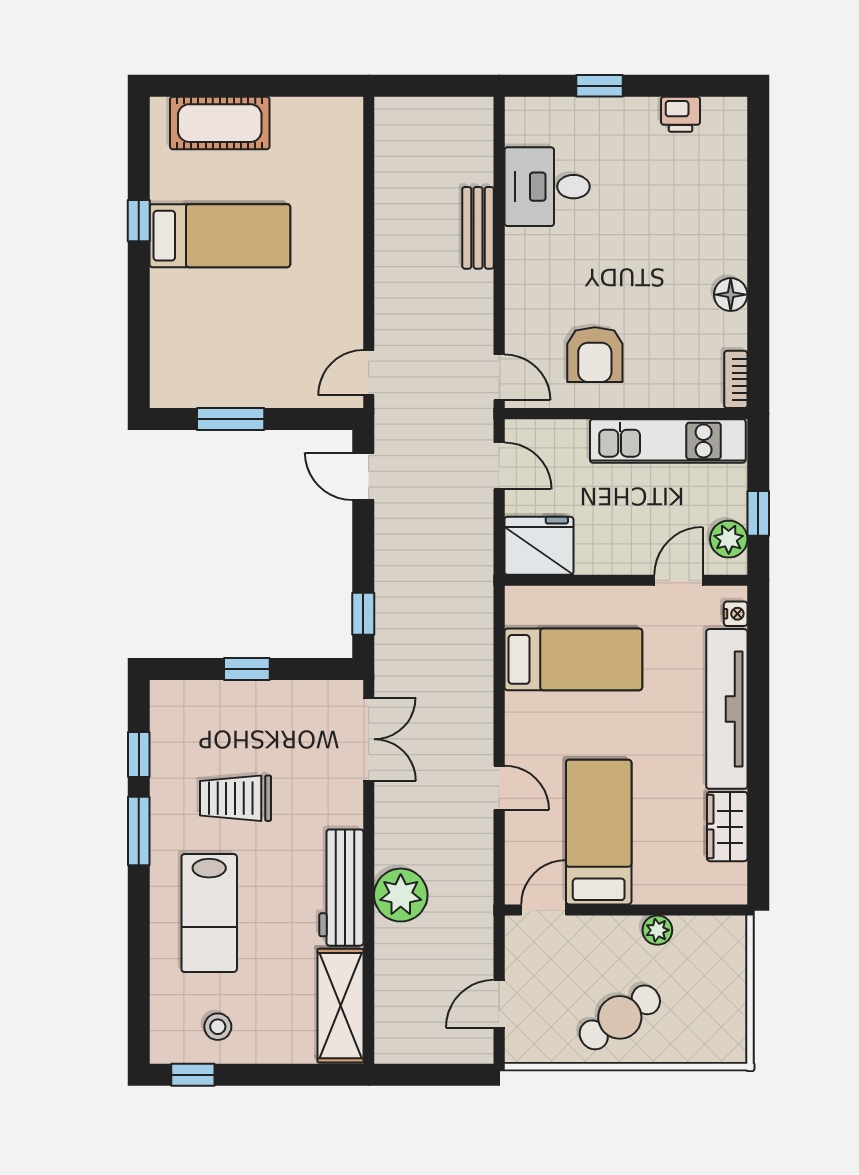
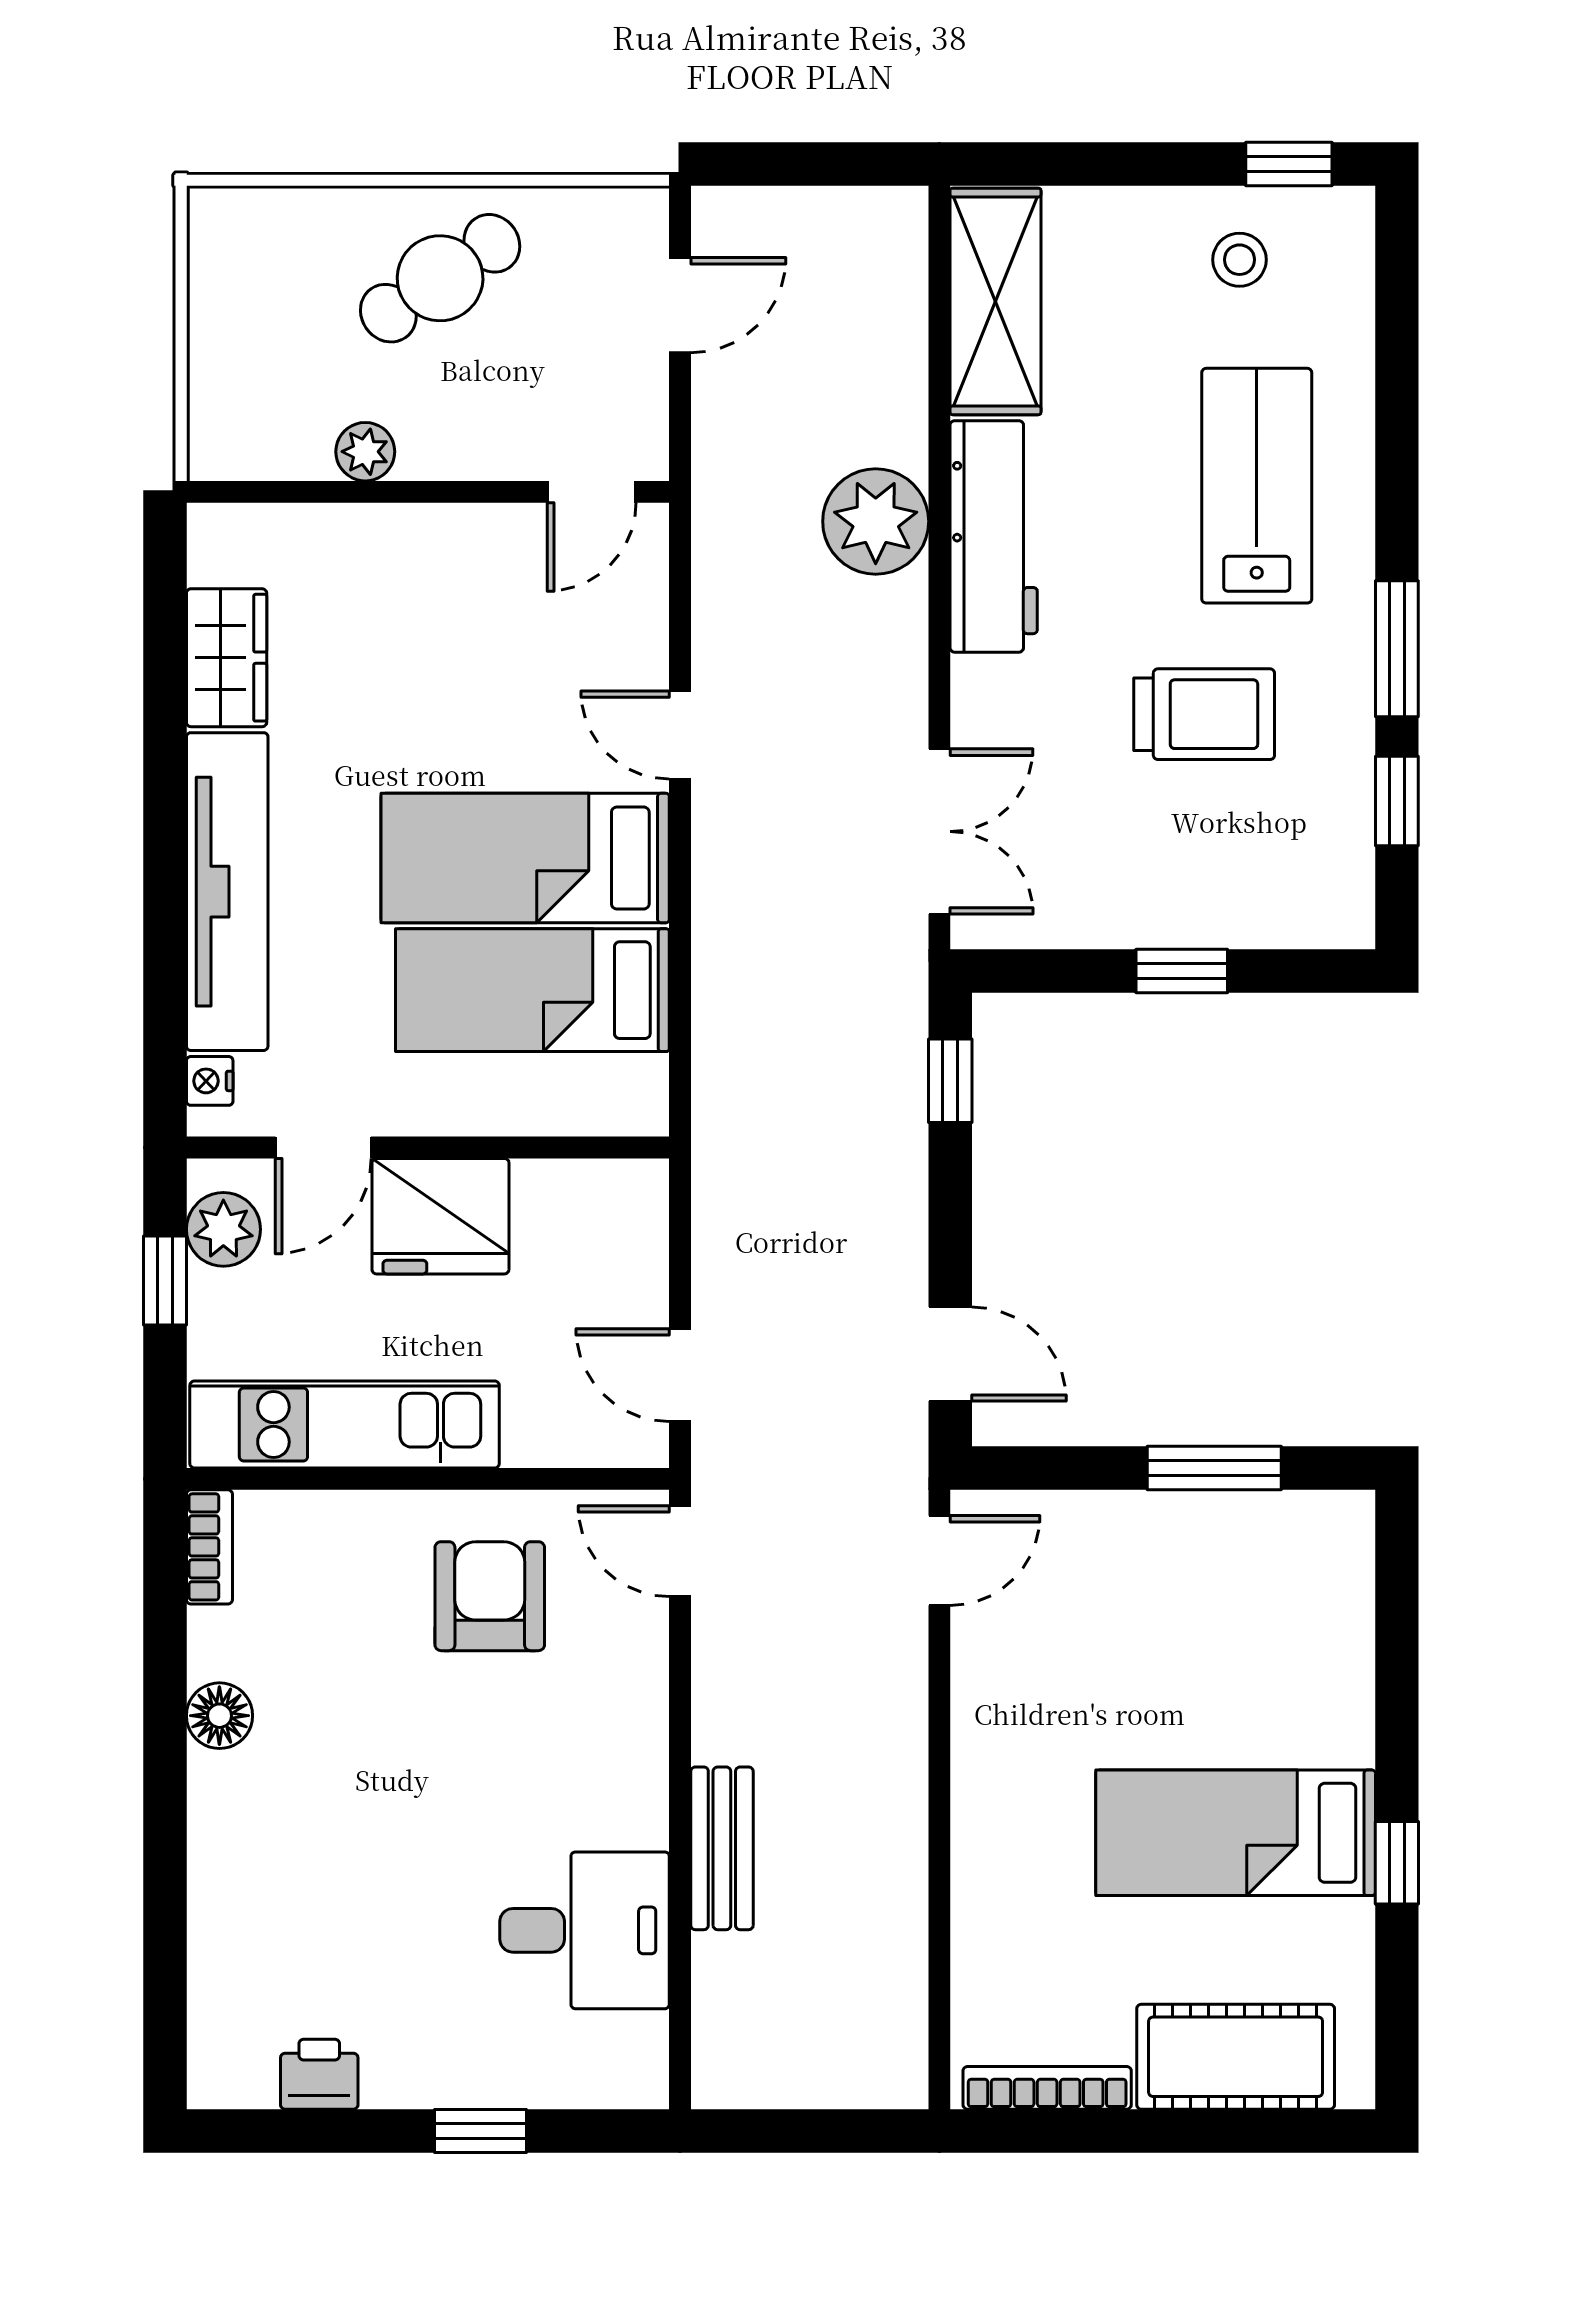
bookcase: (315, 107) -> (1047, 2088), added
fridge: (539, 546) -> (440, 1216), moved
double door: (369, 739) -> (939, 831), swing flipped
bed: (599, 832) -> (525, 858), moved, turned 90

